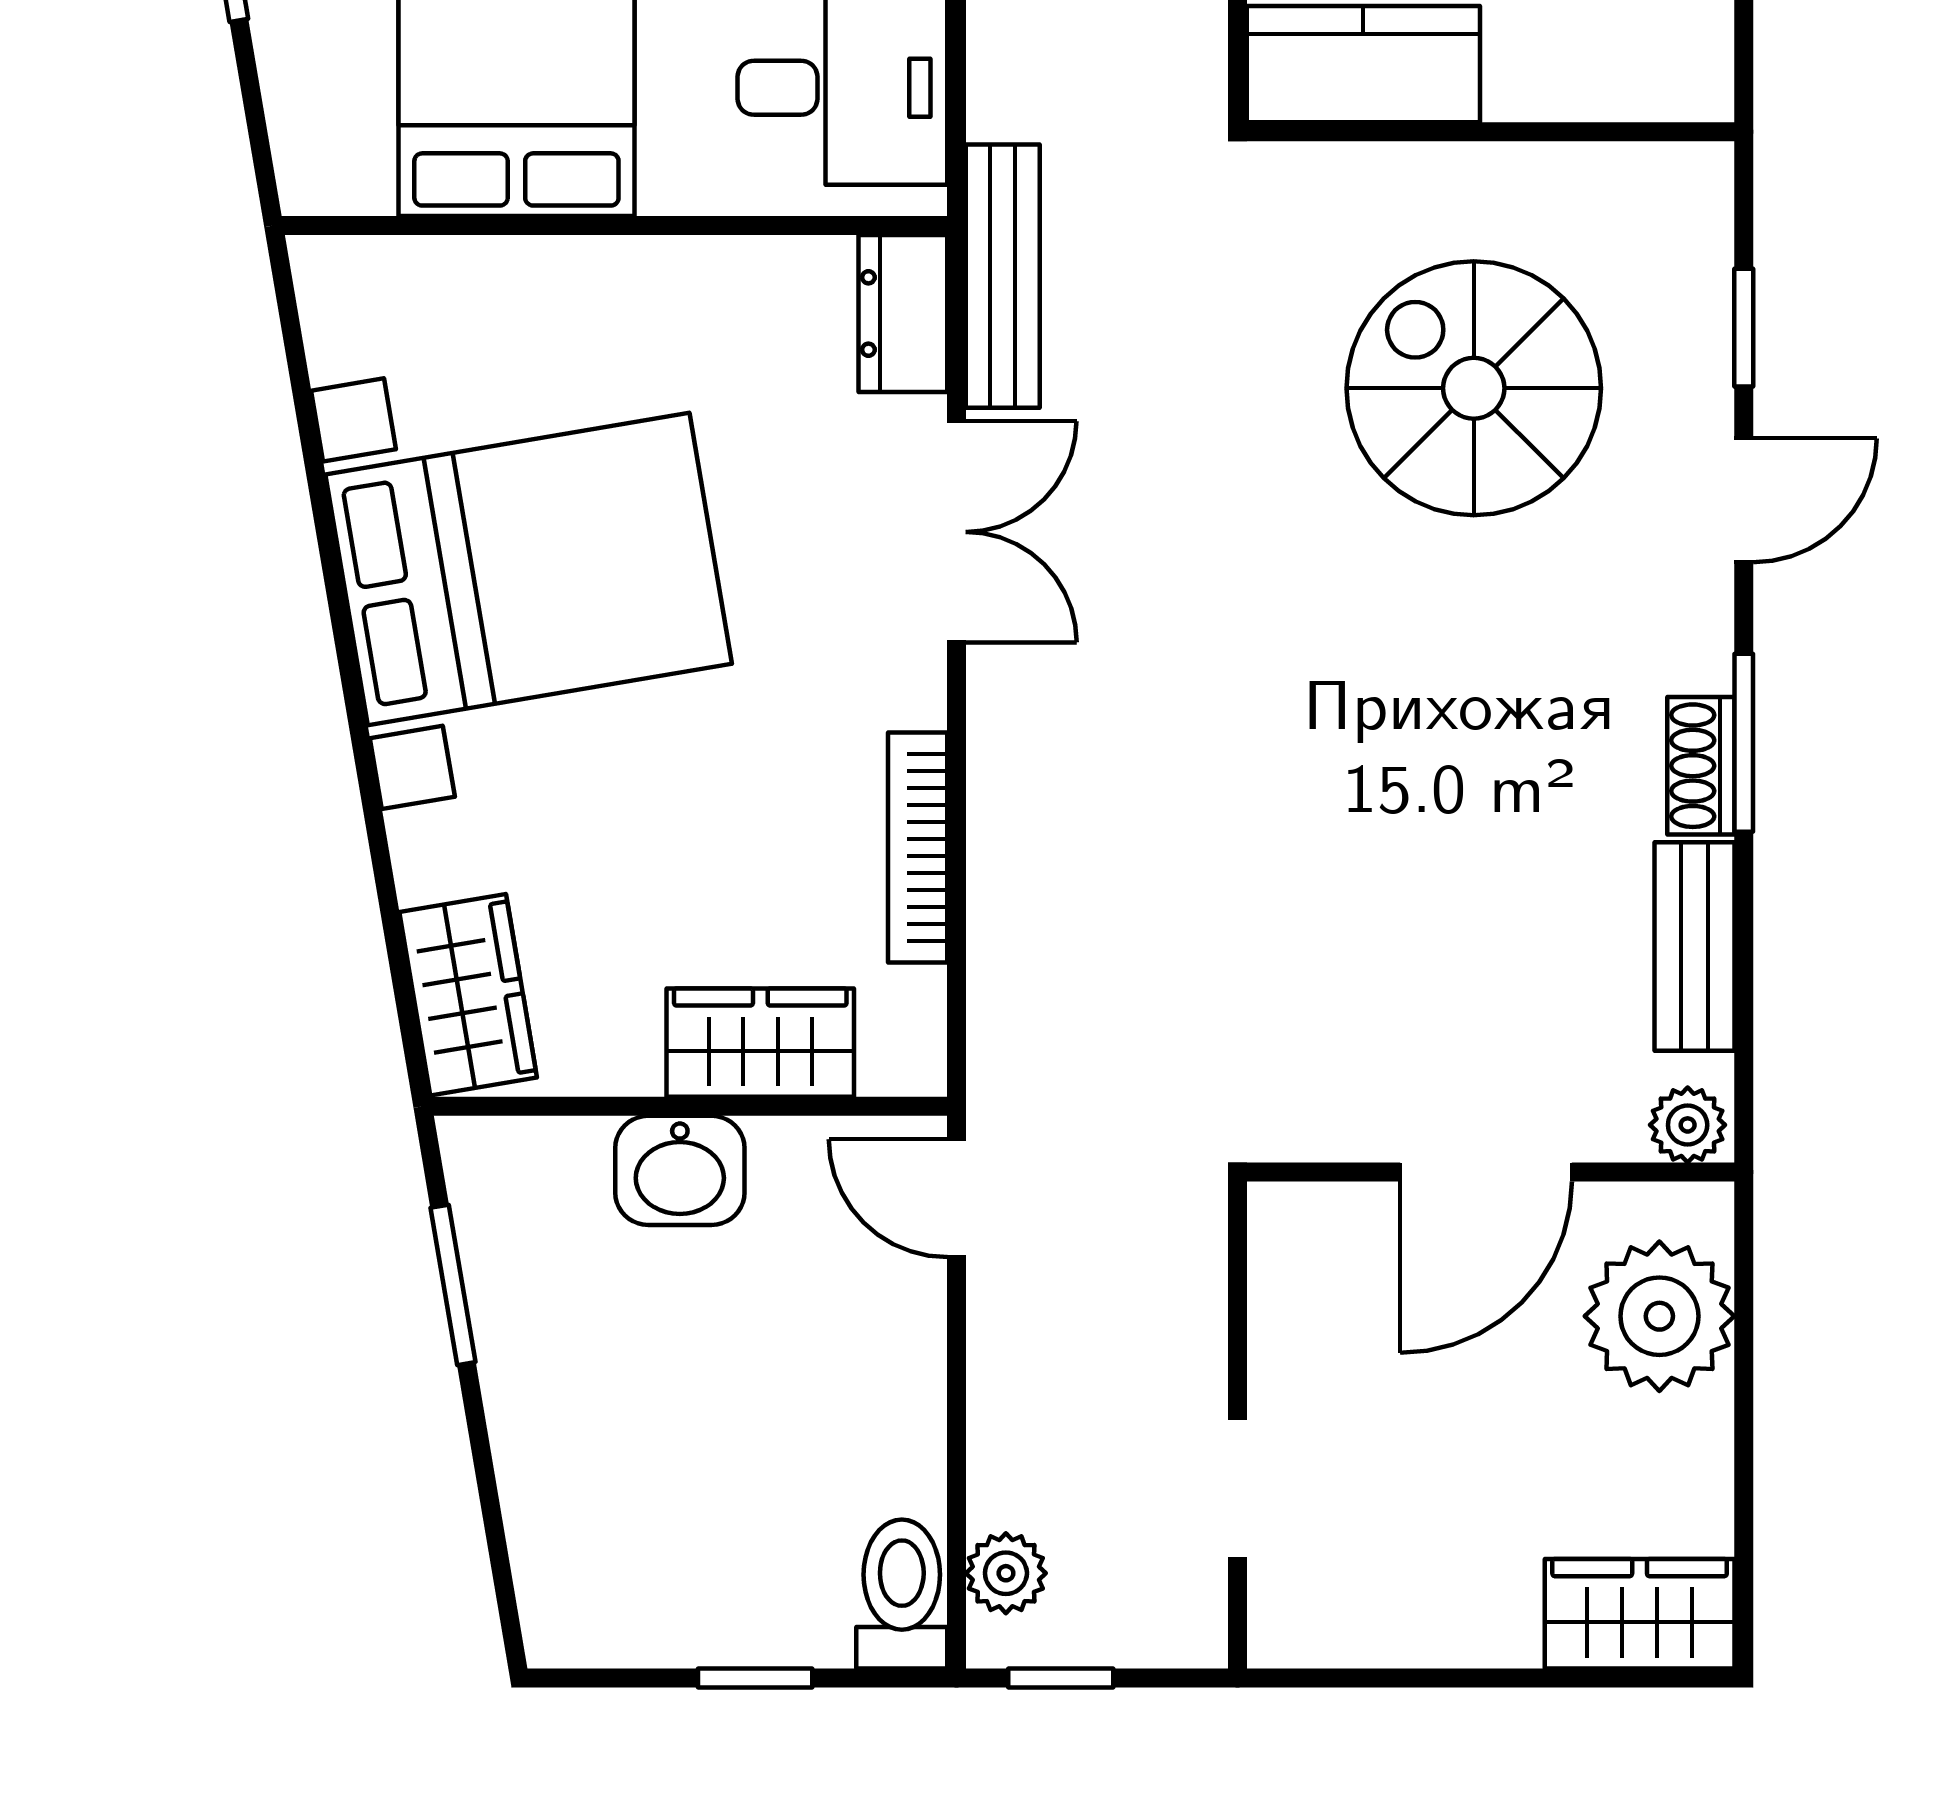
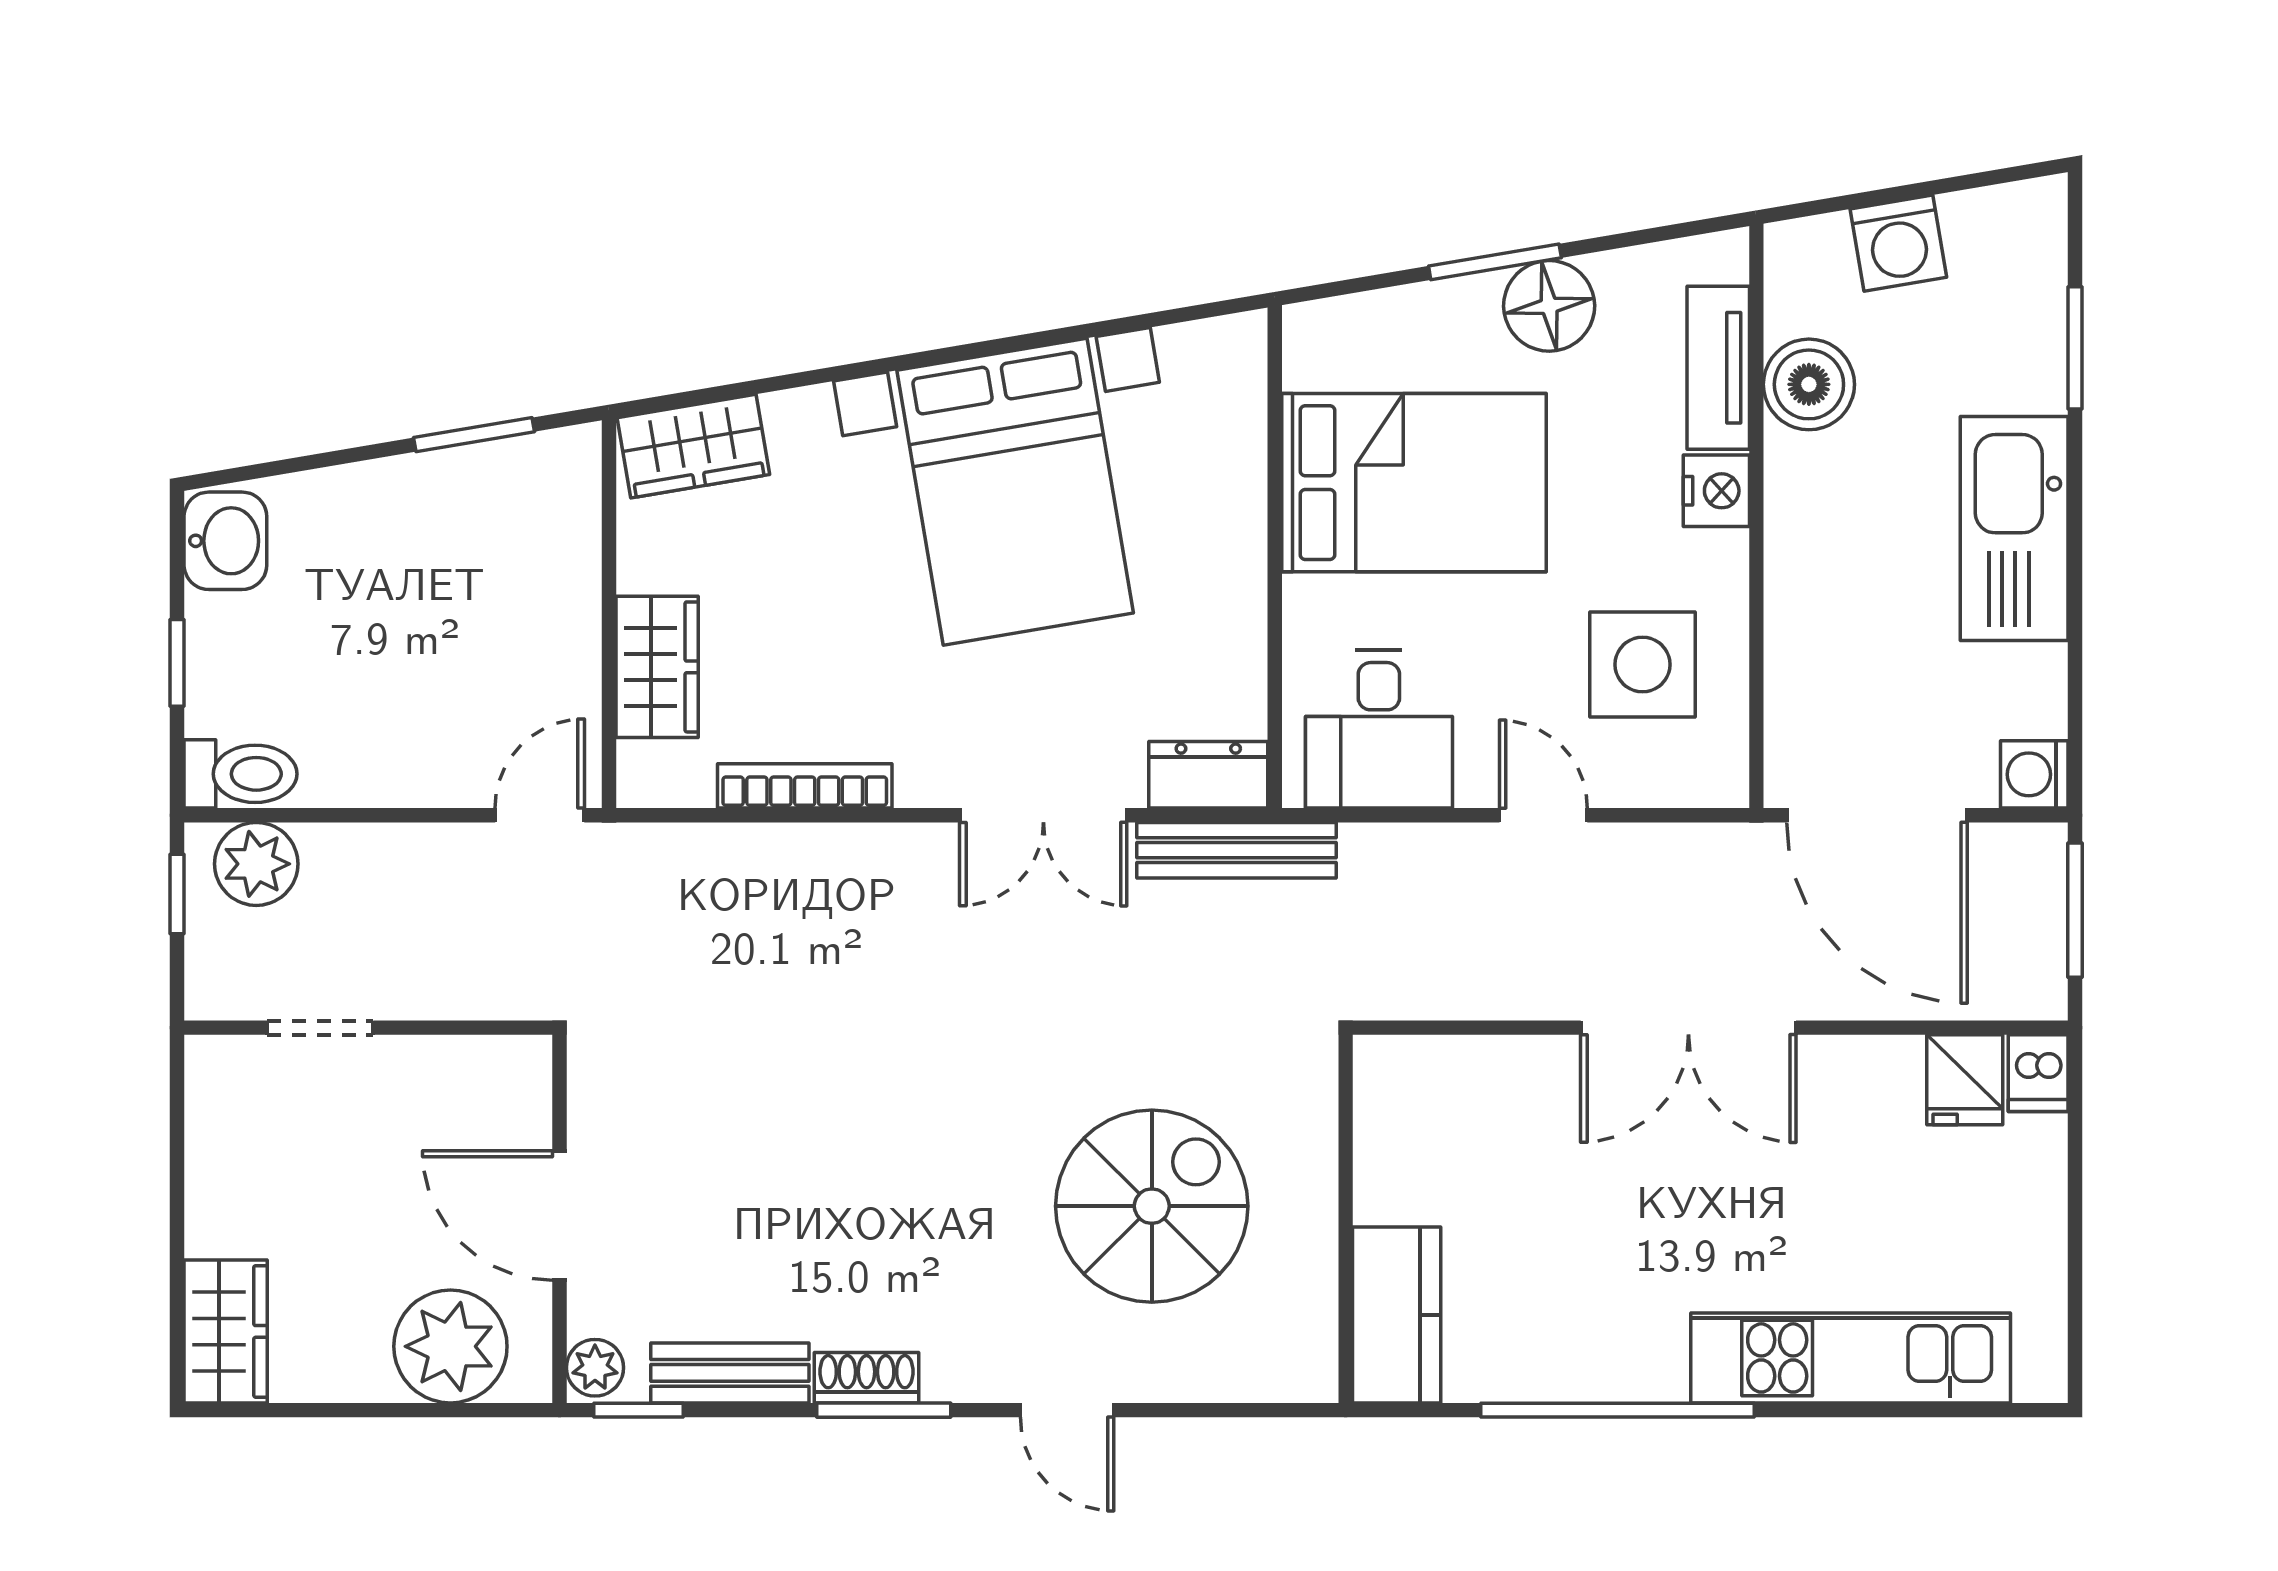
kitchen counter: (1363, 64) -> (1397, 1315), moved
window: (1744, 328) -> (639, 1410), moved
washbasin: (680, 1170) -> (225, 541), moved, turned 180
plant: (1006, 1573) -> (256, 864), width x1.38, depth x1.38

